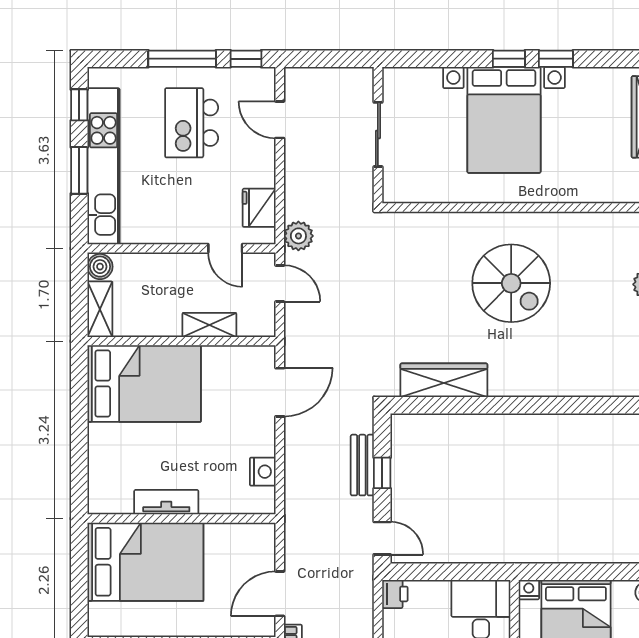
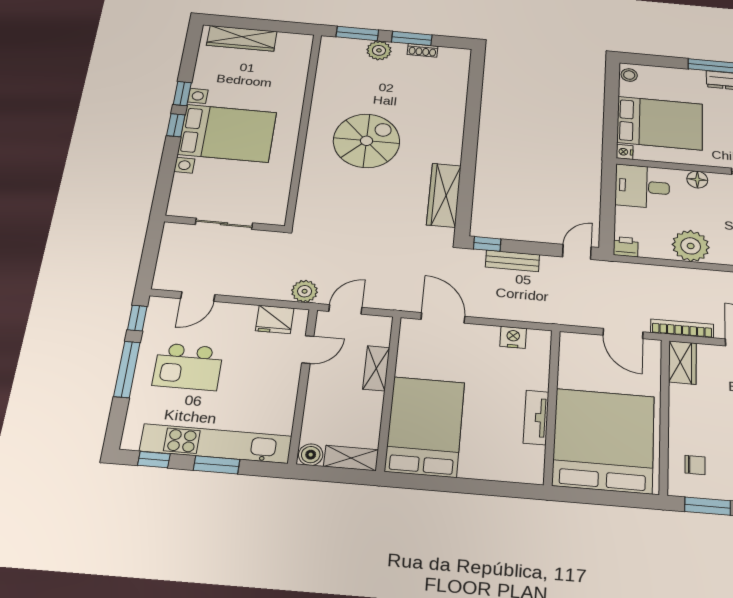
window: (382, 473) -> (487, 244), moved
bed: (145, 562) -> (604, 441), width x1.36

